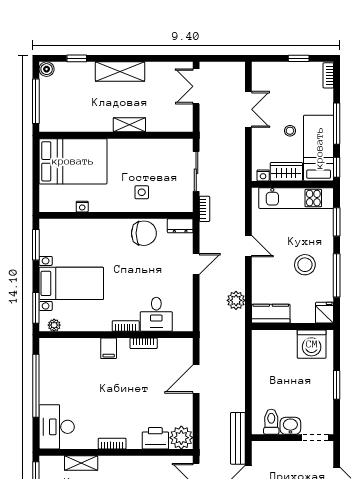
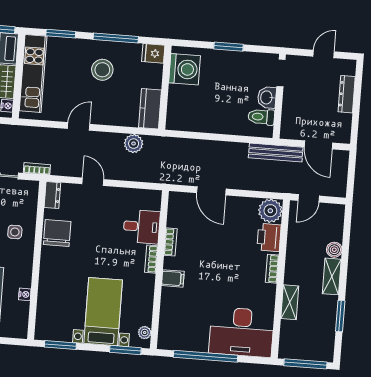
desk: (57, 427) -> (242, 332), width x1.36, depth x1.30
bookcase: (112, 444) -> (272, 269), moved
shelving: (81, 463) -> (290, 302), moved

